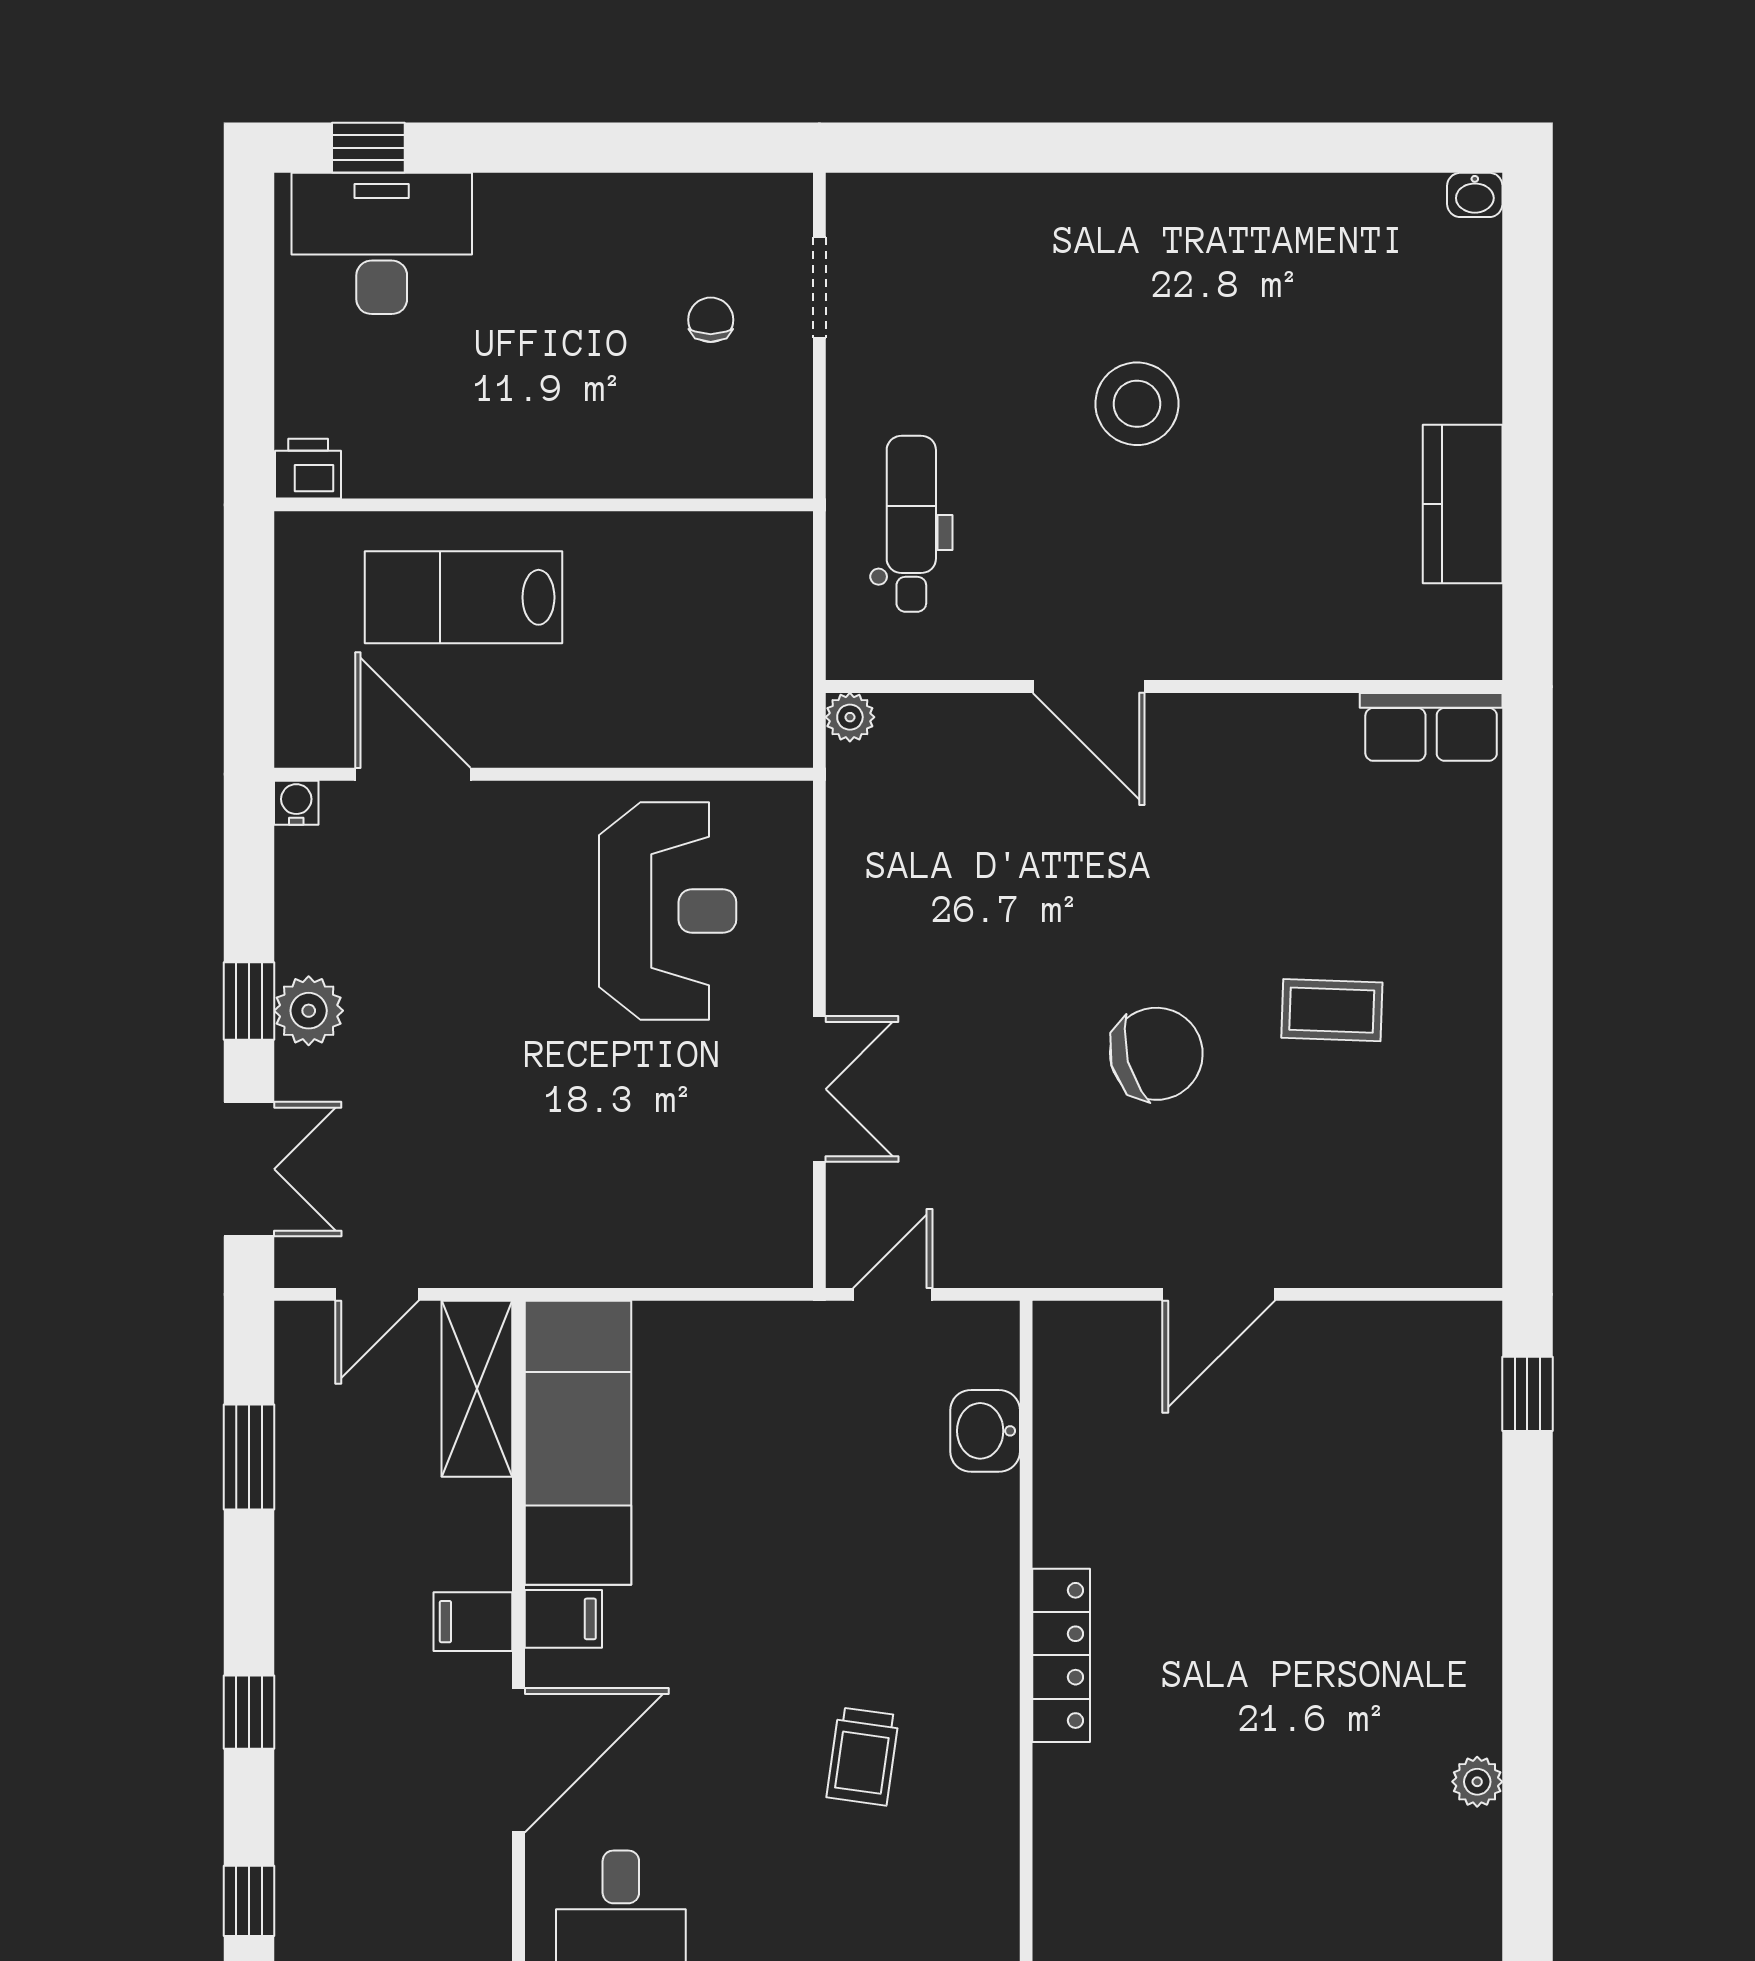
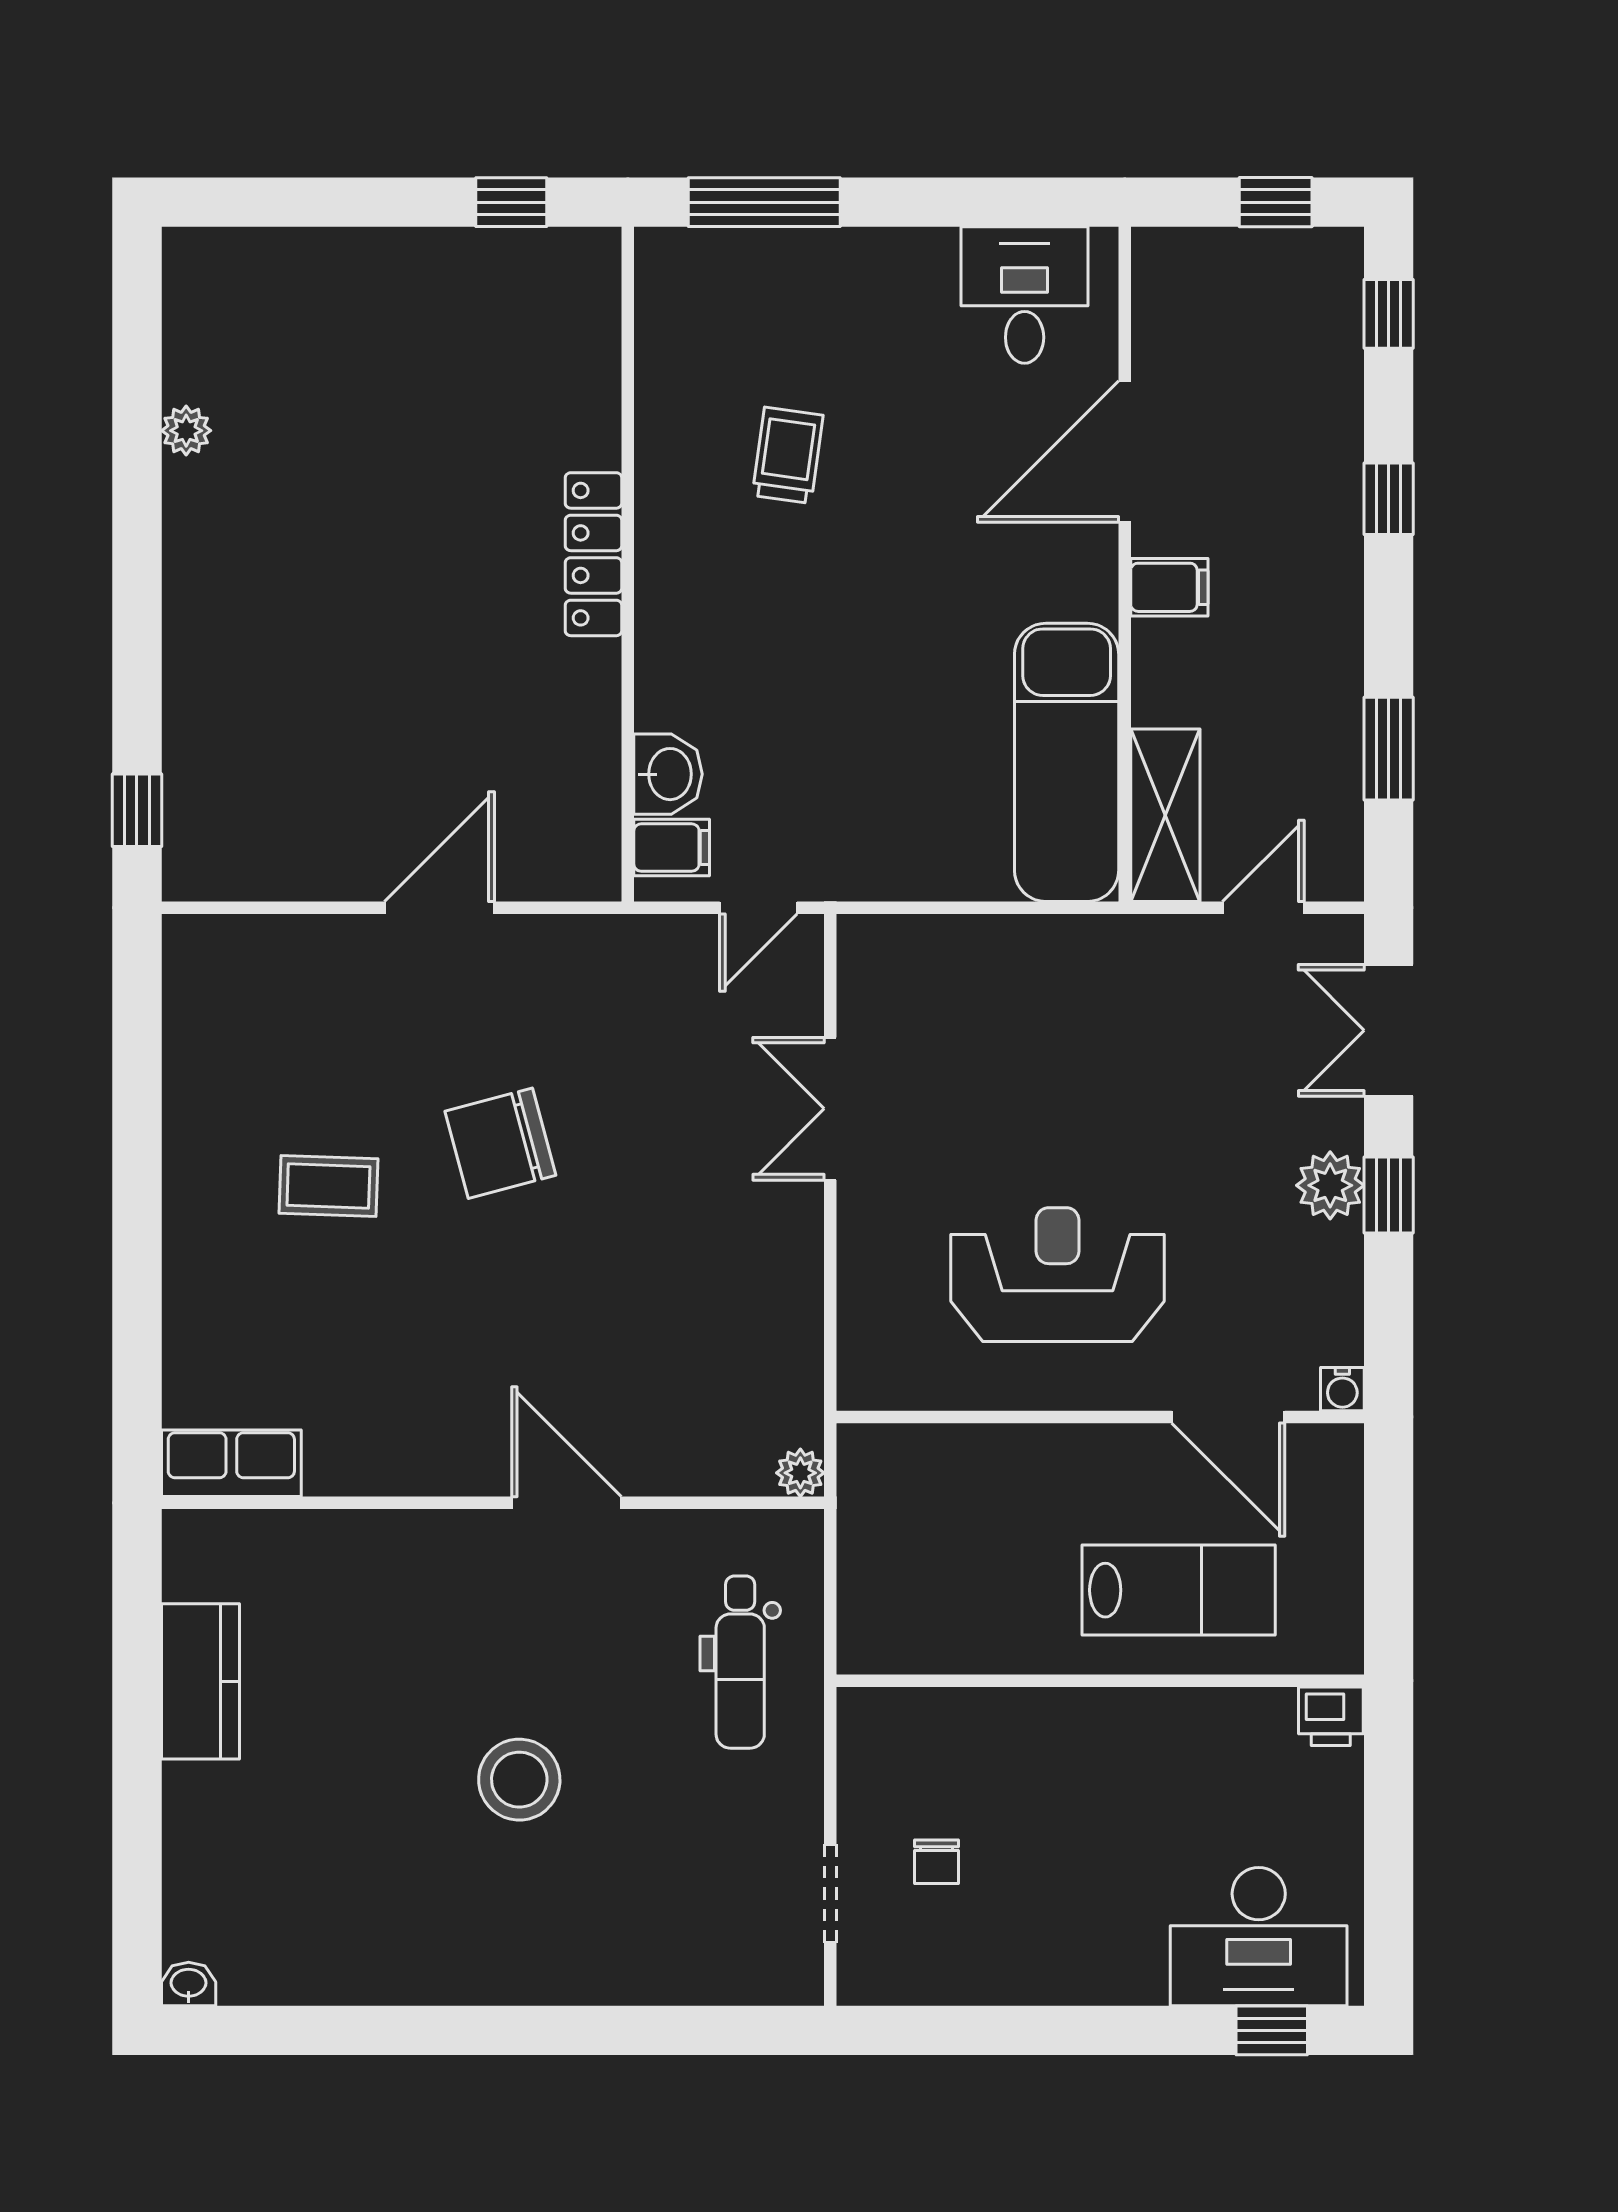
reception desk: (668, 911) -> (1058, 1275), moved, turned 90
filing cabinet: (563, 1619) -> (672, 848), moved, turned 180

